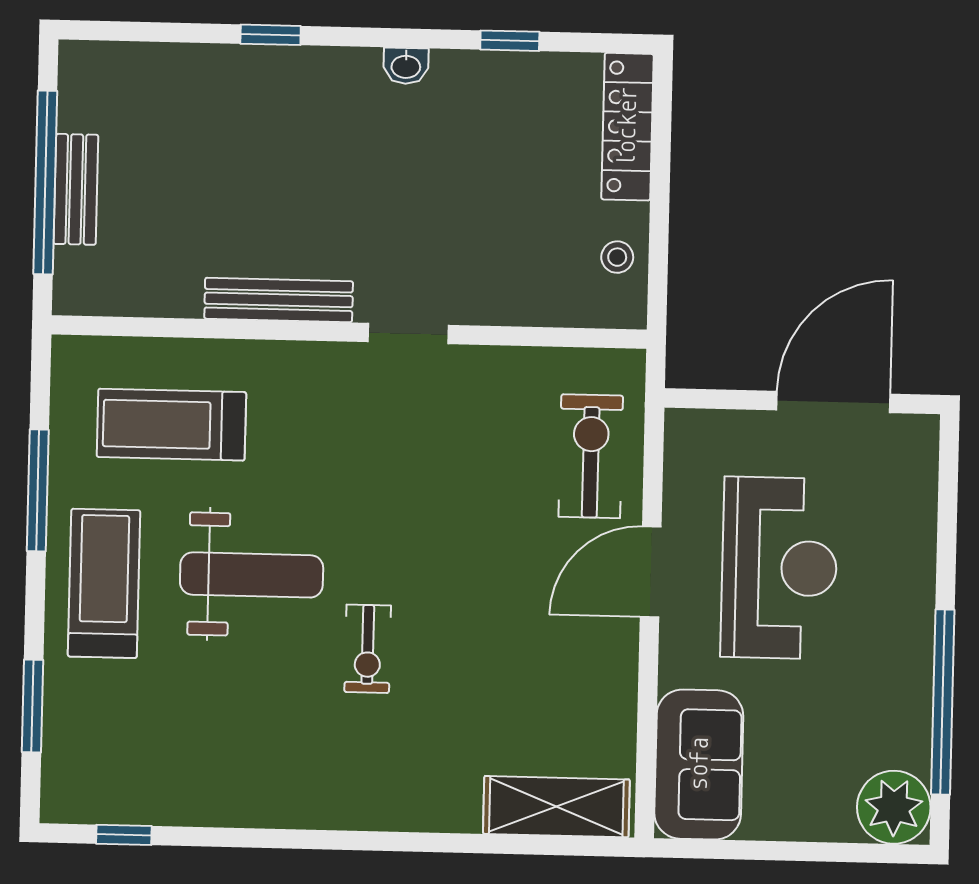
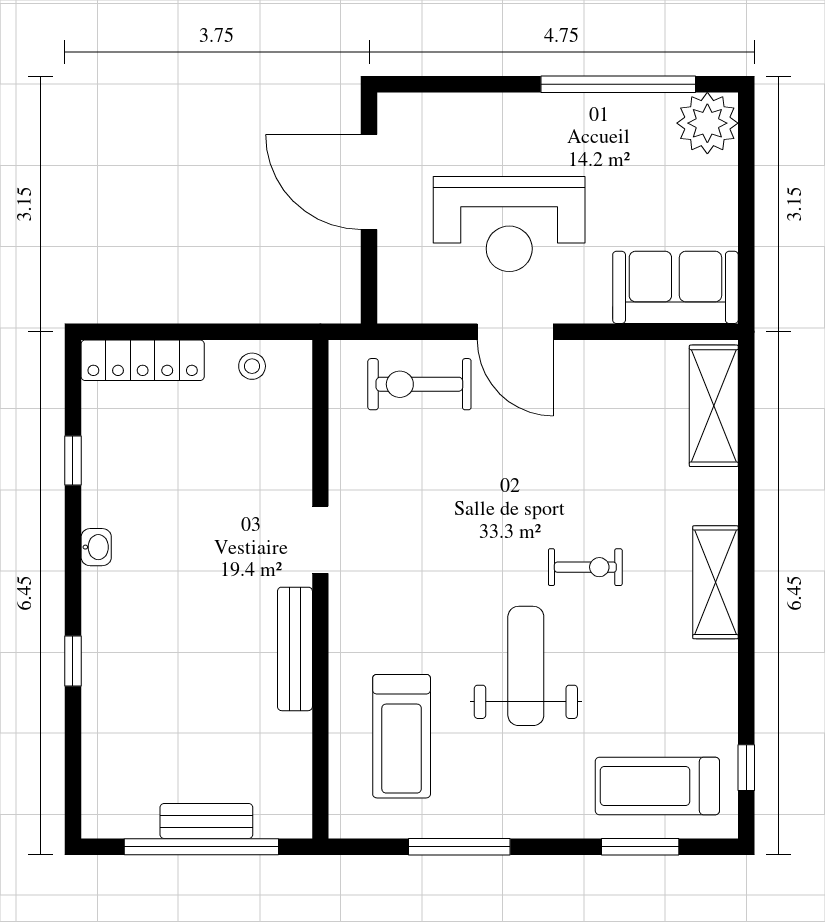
reception desk: (779, 568) -> (509, 224), turned 180
treadmill: (104, 583) -> (657, 786), moved
shelving: (346, 804) -> (715, 582), added

